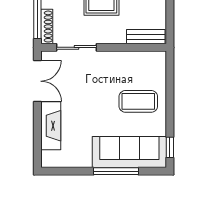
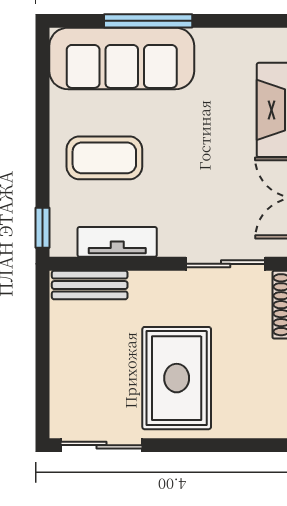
tv unit: (132, 59) -> (117, 242), added
window: (170, 147) -> (42, 228), moved

